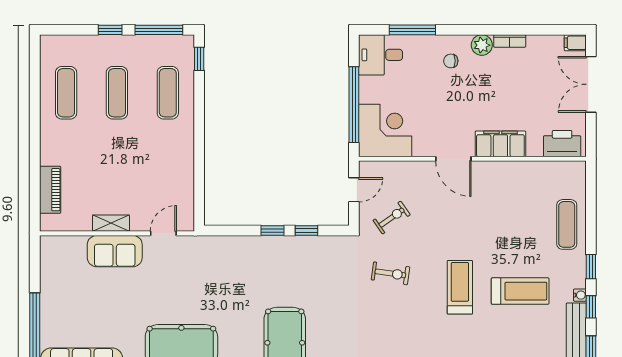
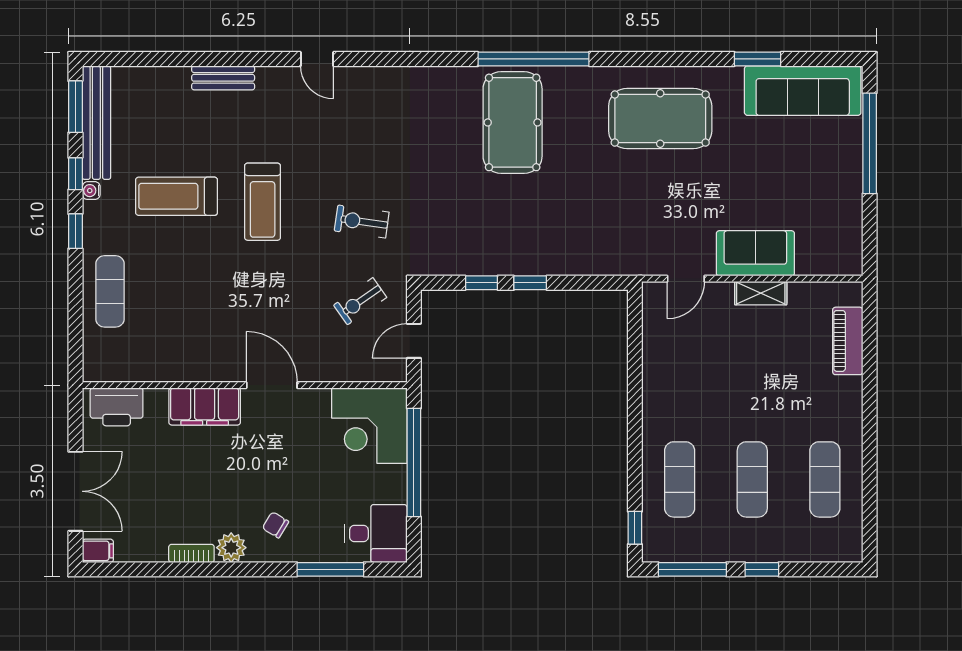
chair: (451, 61) -> (275, 525), turned -149

